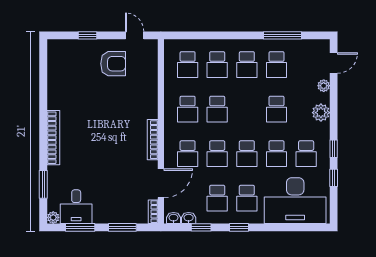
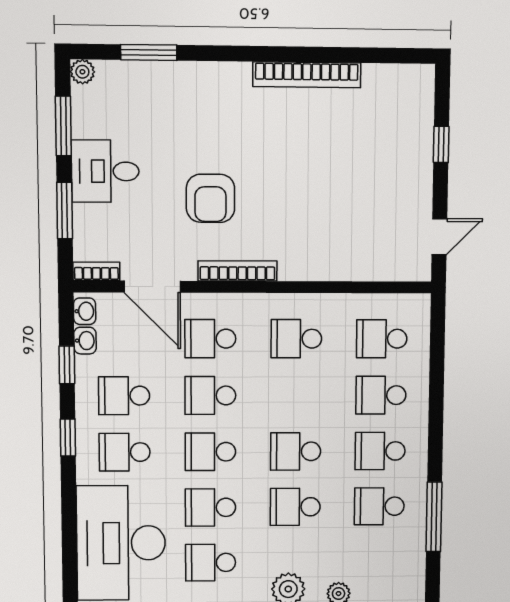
armchair: (113, 64) -> (210, 198), moved
school desk: (217, 109) -> (296, 451), moved
bookcase: (53, 138) -> (307, 75), moved
desk: (76, 207) -> (105, 171), moved

